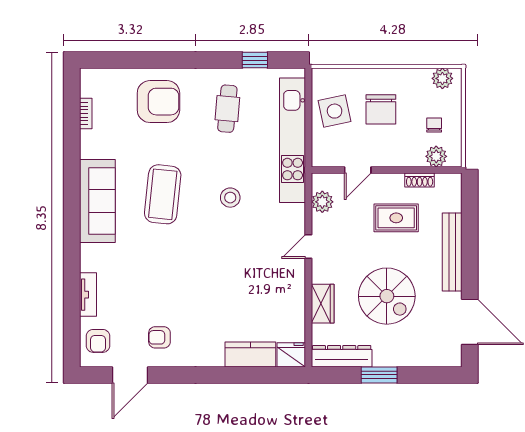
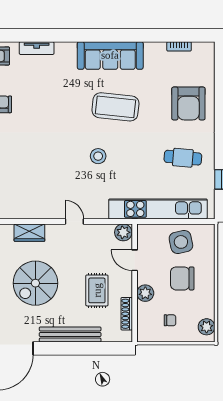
plant: (436, 156) -> (145, 293), moved
shoe rack: (420, 180) -> (127, 314), width x1.43
stool: (230, 198) -> (98, 156), moved
plant: (322, 202) -> (123, 232), moved

